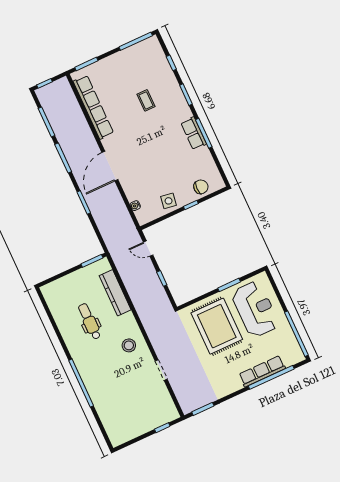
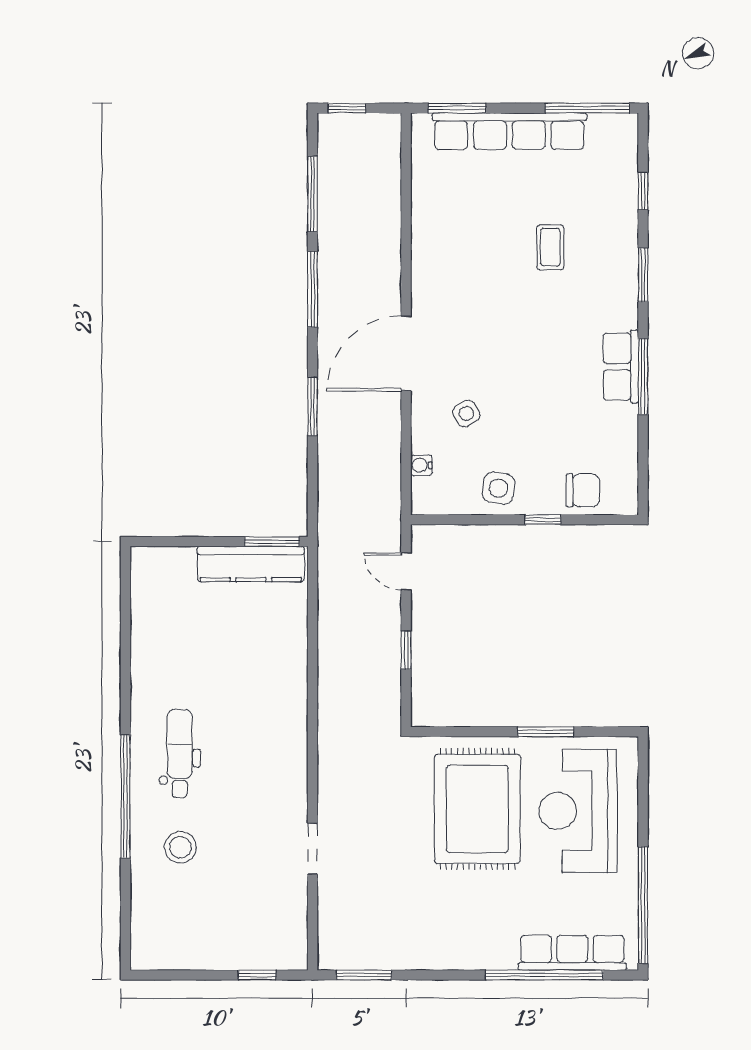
row of seats: (93, 107) -> (509, 131), moved, turned 90
side table: (143, 178) -> (466, 414), added
kitchen counter: (115, 293) -> (251, 564), moved, turned -90
reception desk: (255, 309) -> (578, 811), turned 180
dental chair: (90, 321) -> (180, 754), moved
stool: (129, 345) -> (180, 847), moved
row of seats: (262, 371) -> (572, 953), moved

